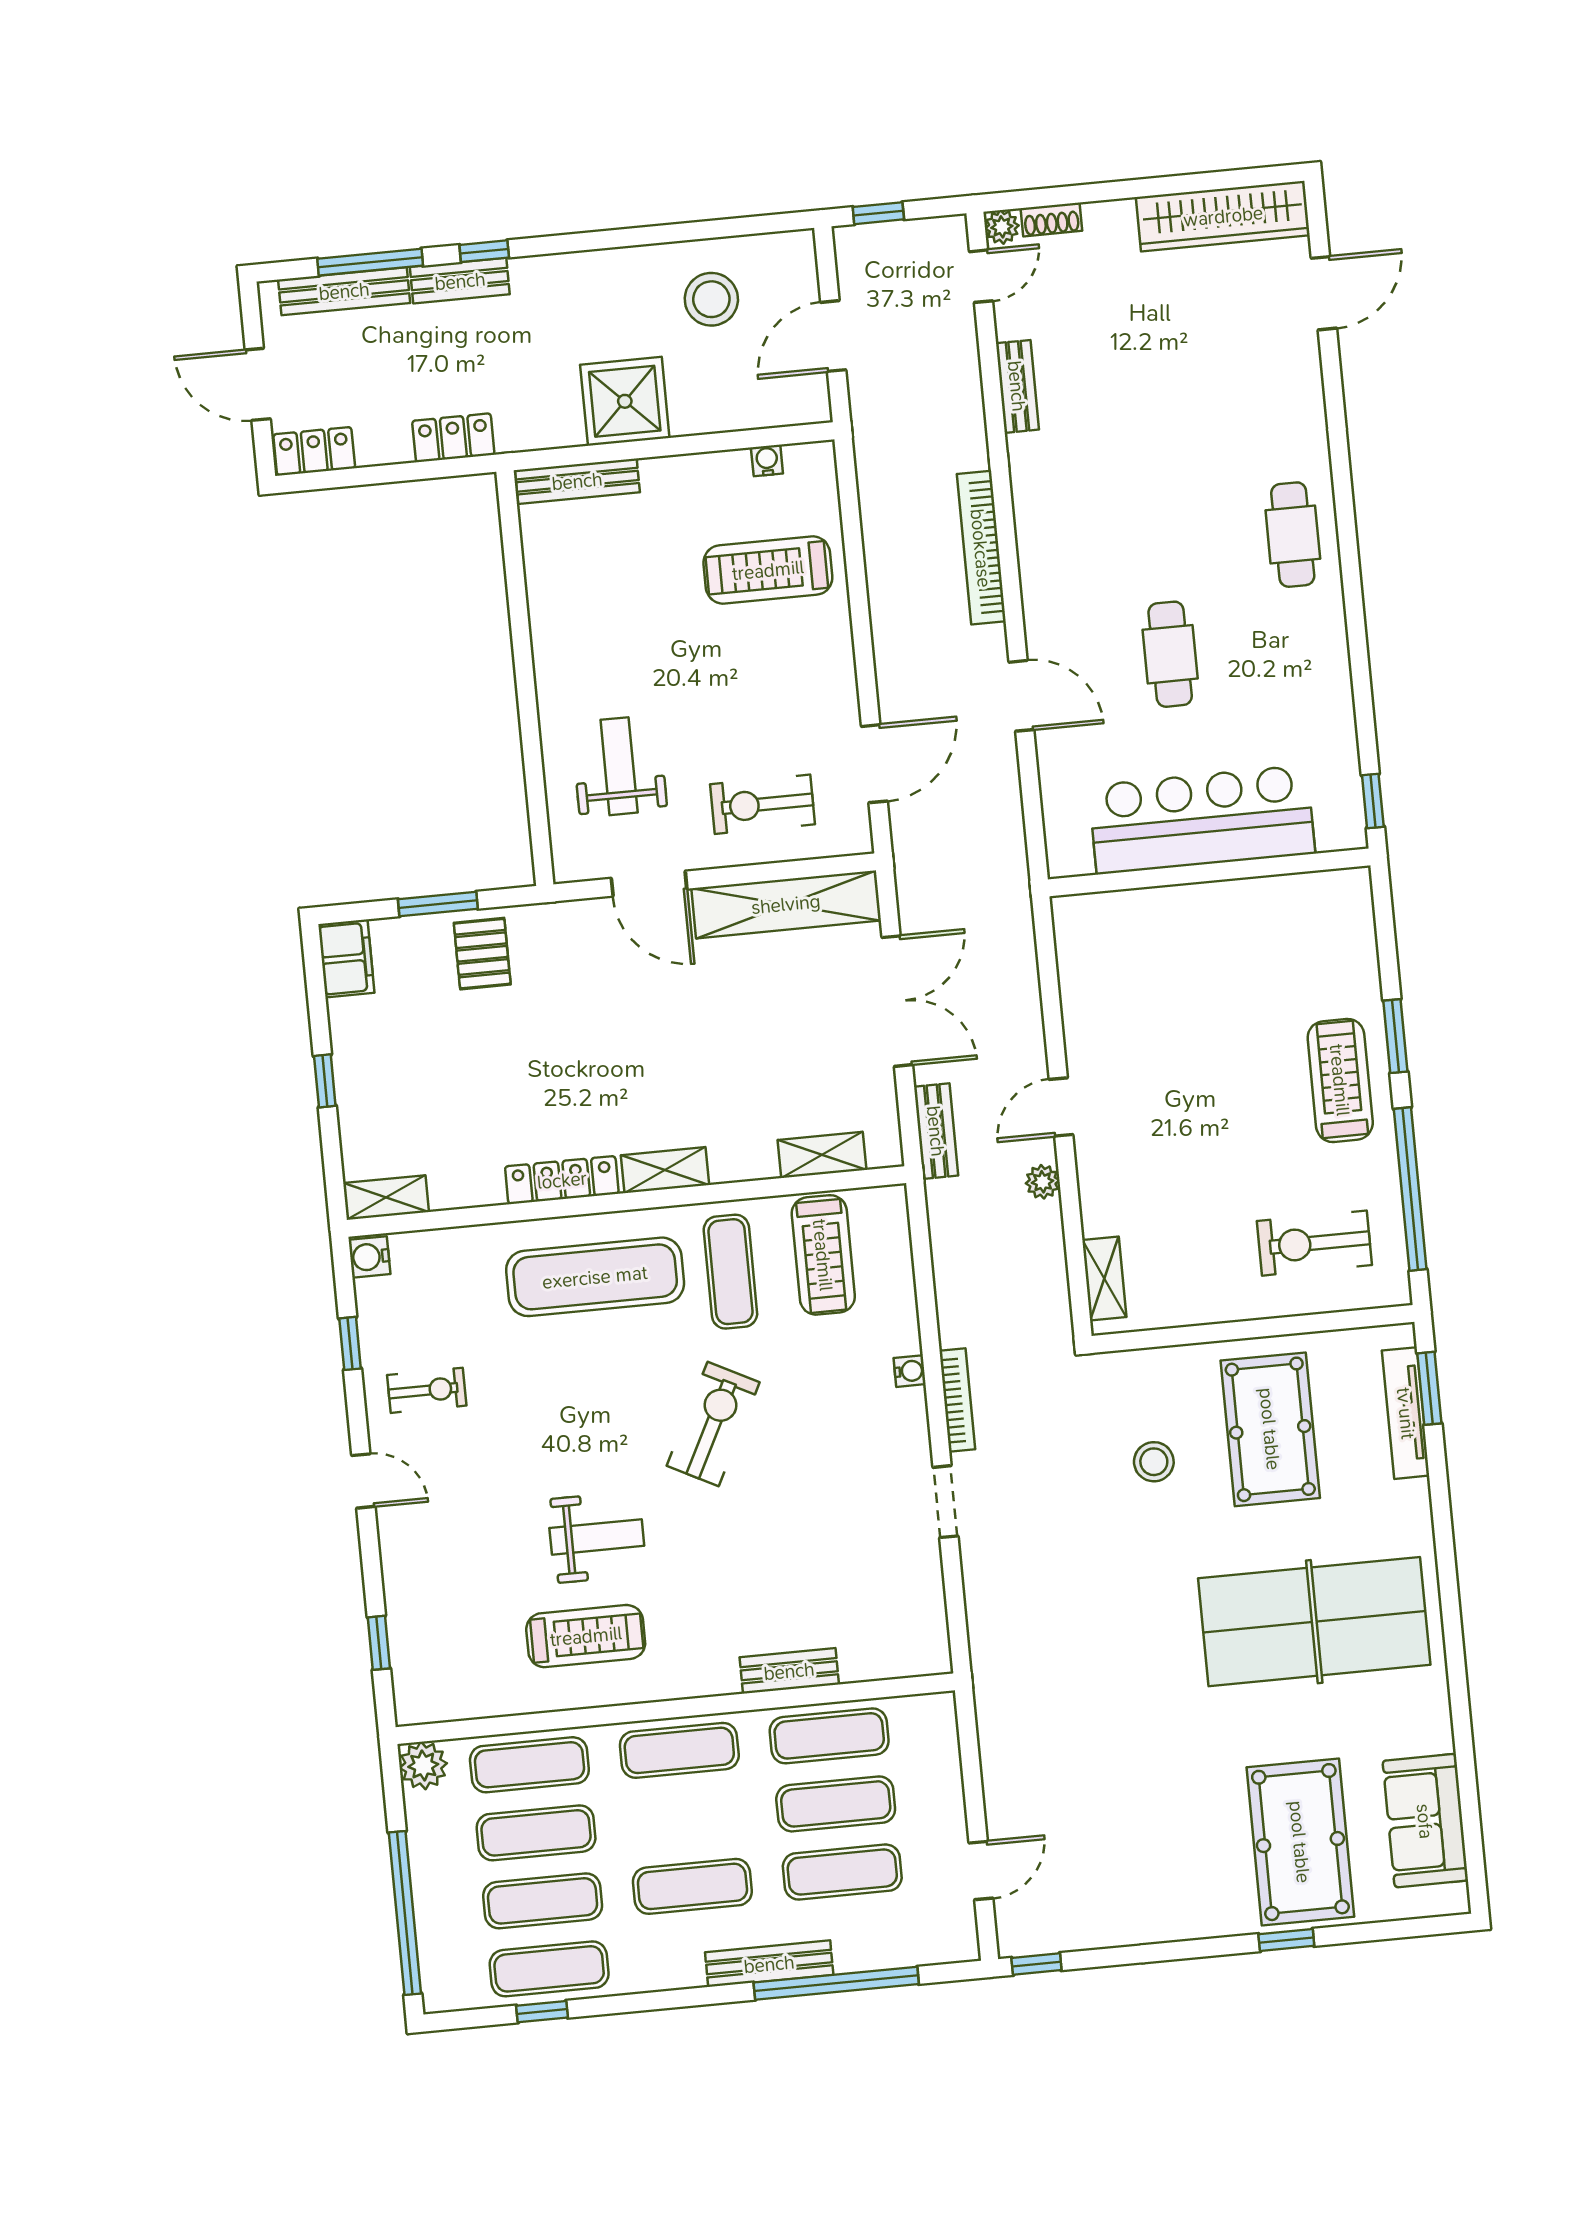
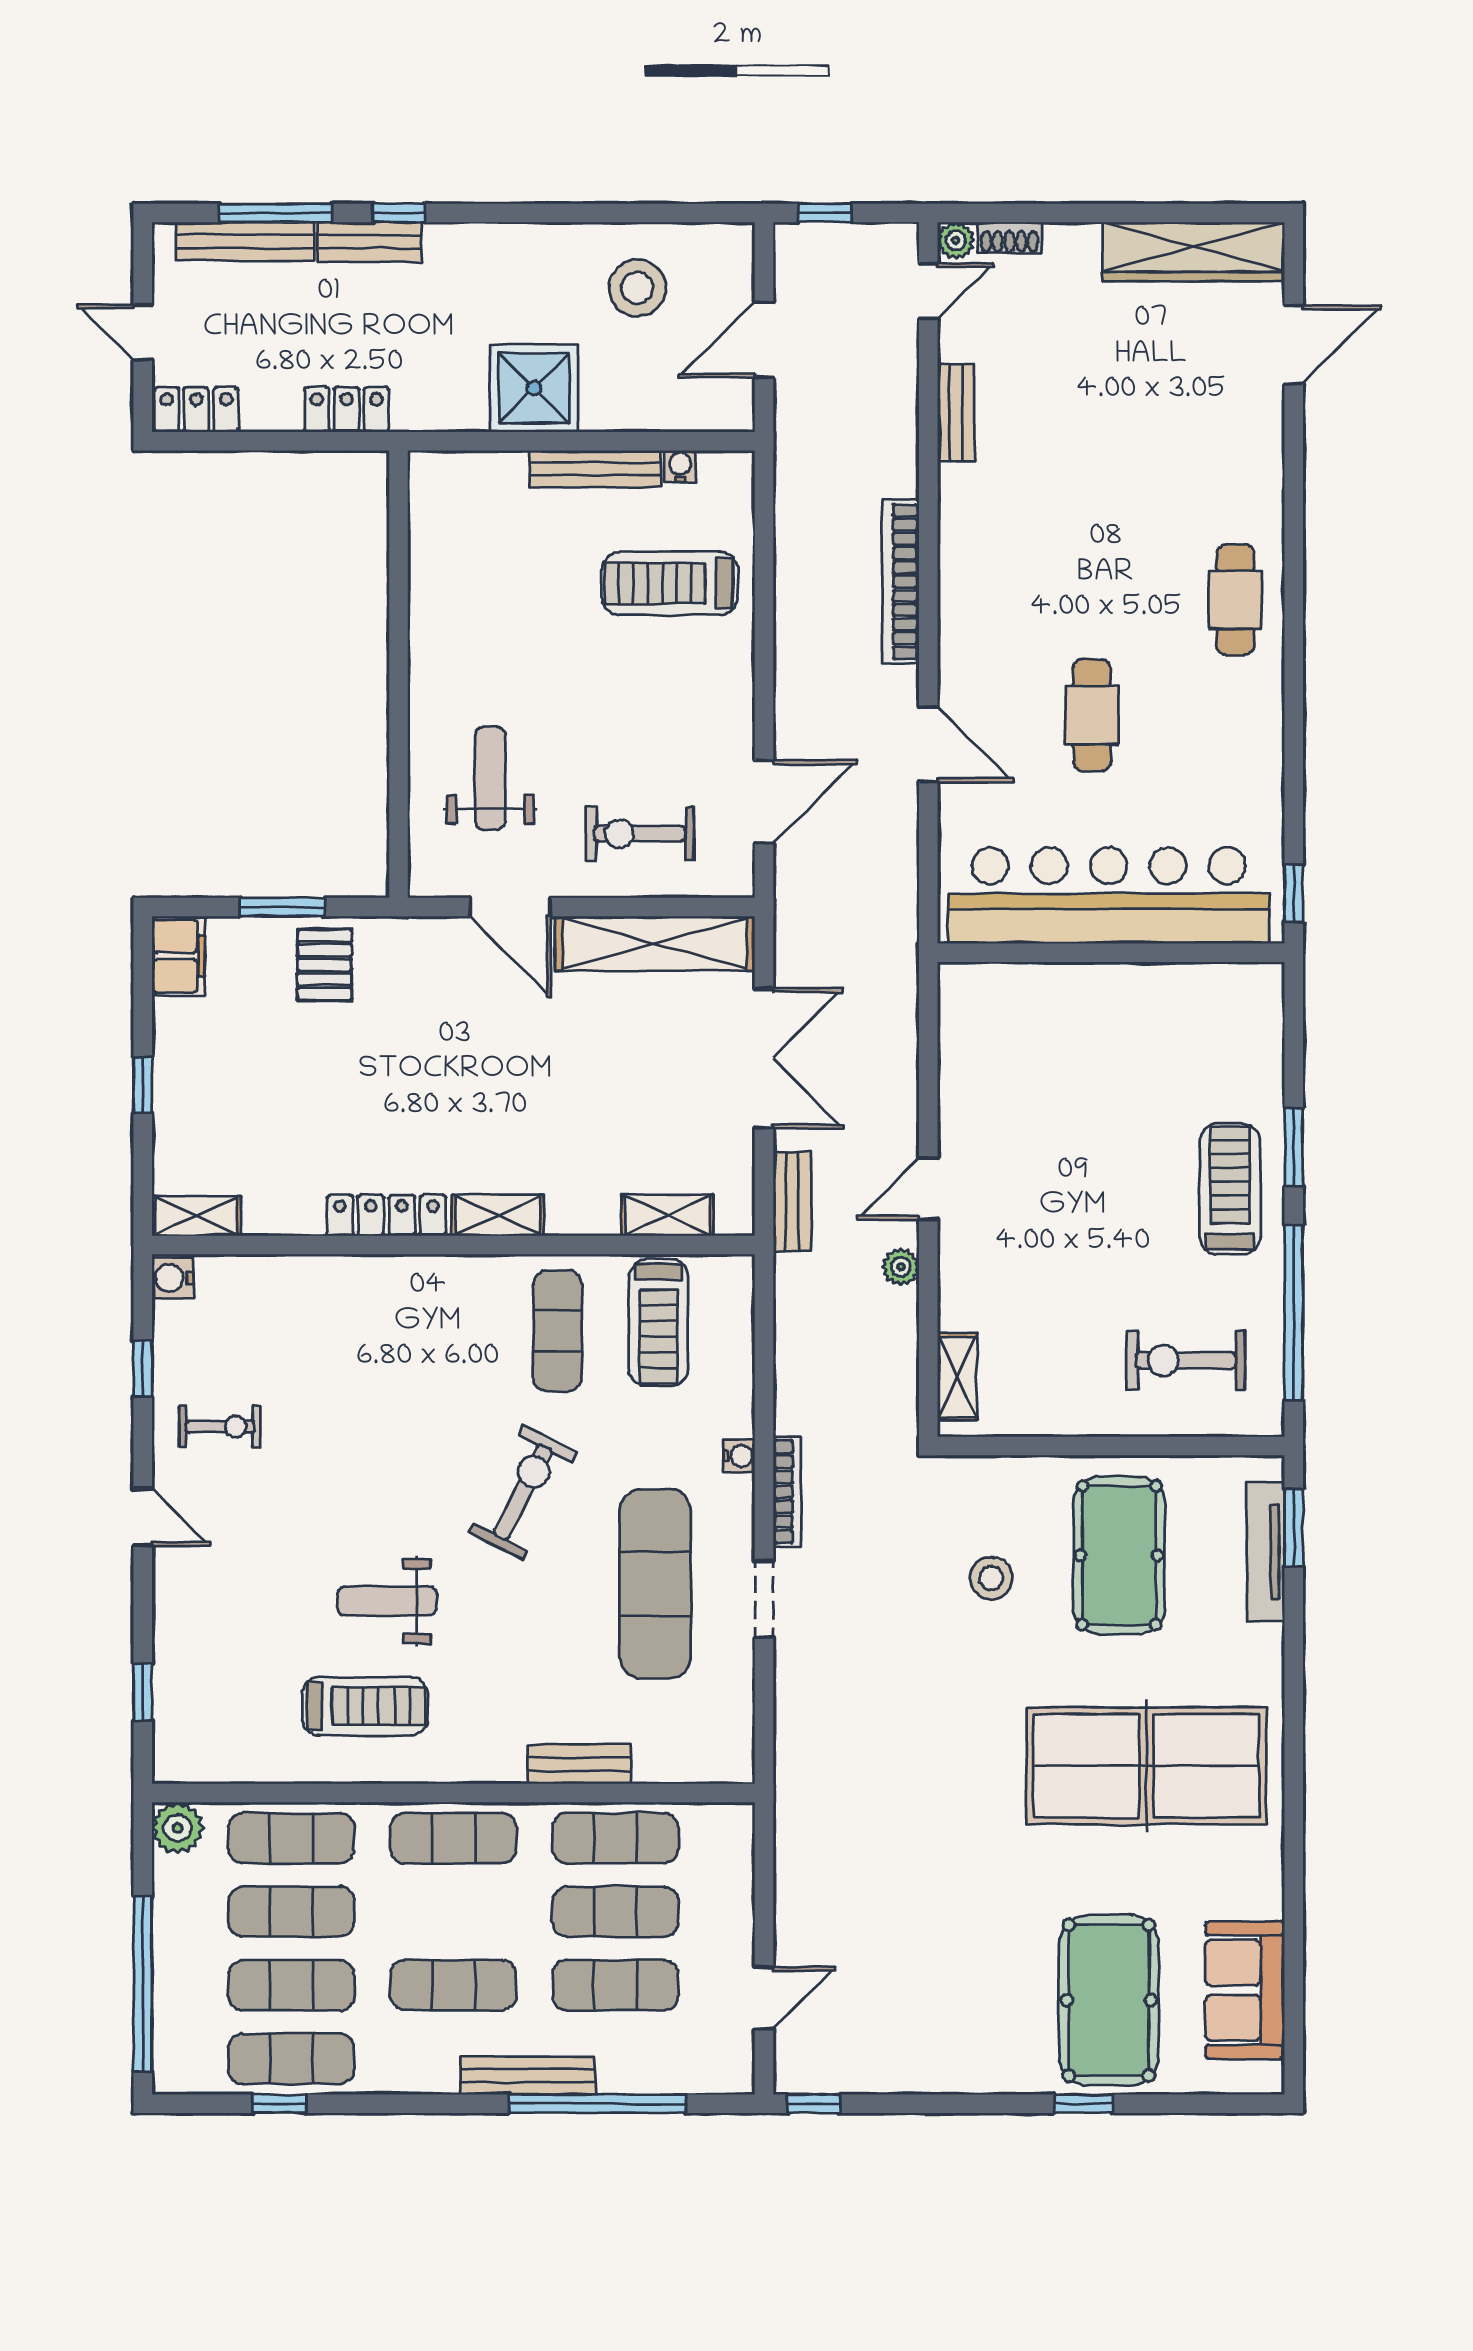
door: (258, 384) -> (143, 332), width x0.73
bench: (577, 481) -> (595, 469), moved
bar counter: (1202, 820) -> (1109, 896), width x1.36
exercise mat: (595, 1277) -> (655, 1584), moved, turned 90
weight bench: (597, 1537) -> (387, 1601), turned 180

